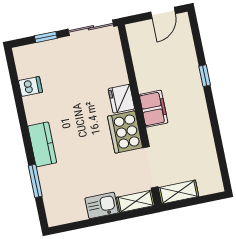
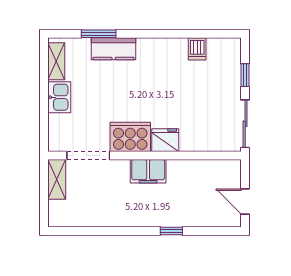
kitchen counter: (42, 144) -> (114, 49), moved
shelving: (136, 201) -> (56, 61), moved

